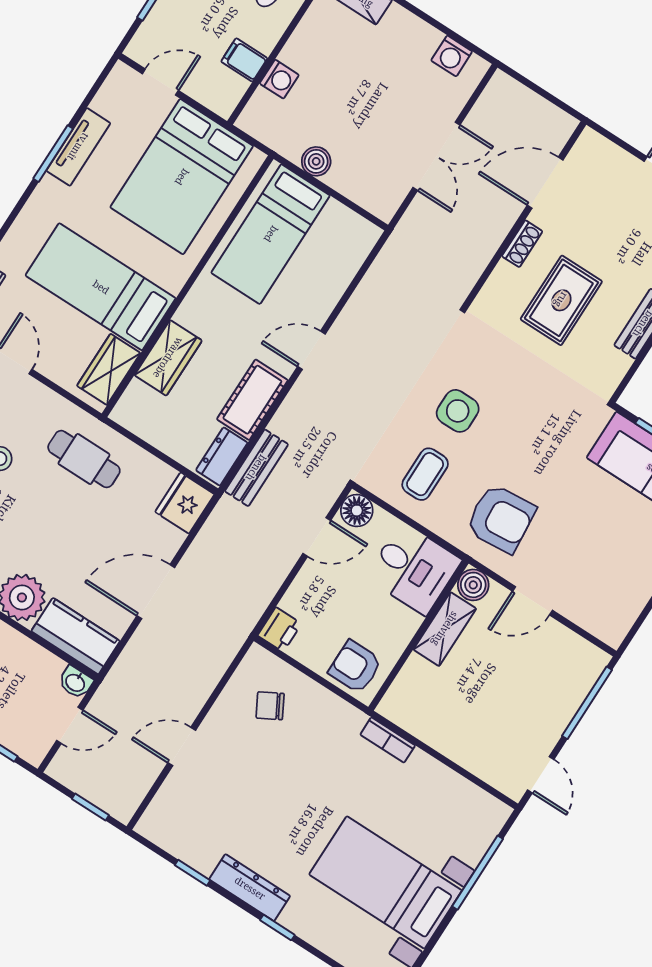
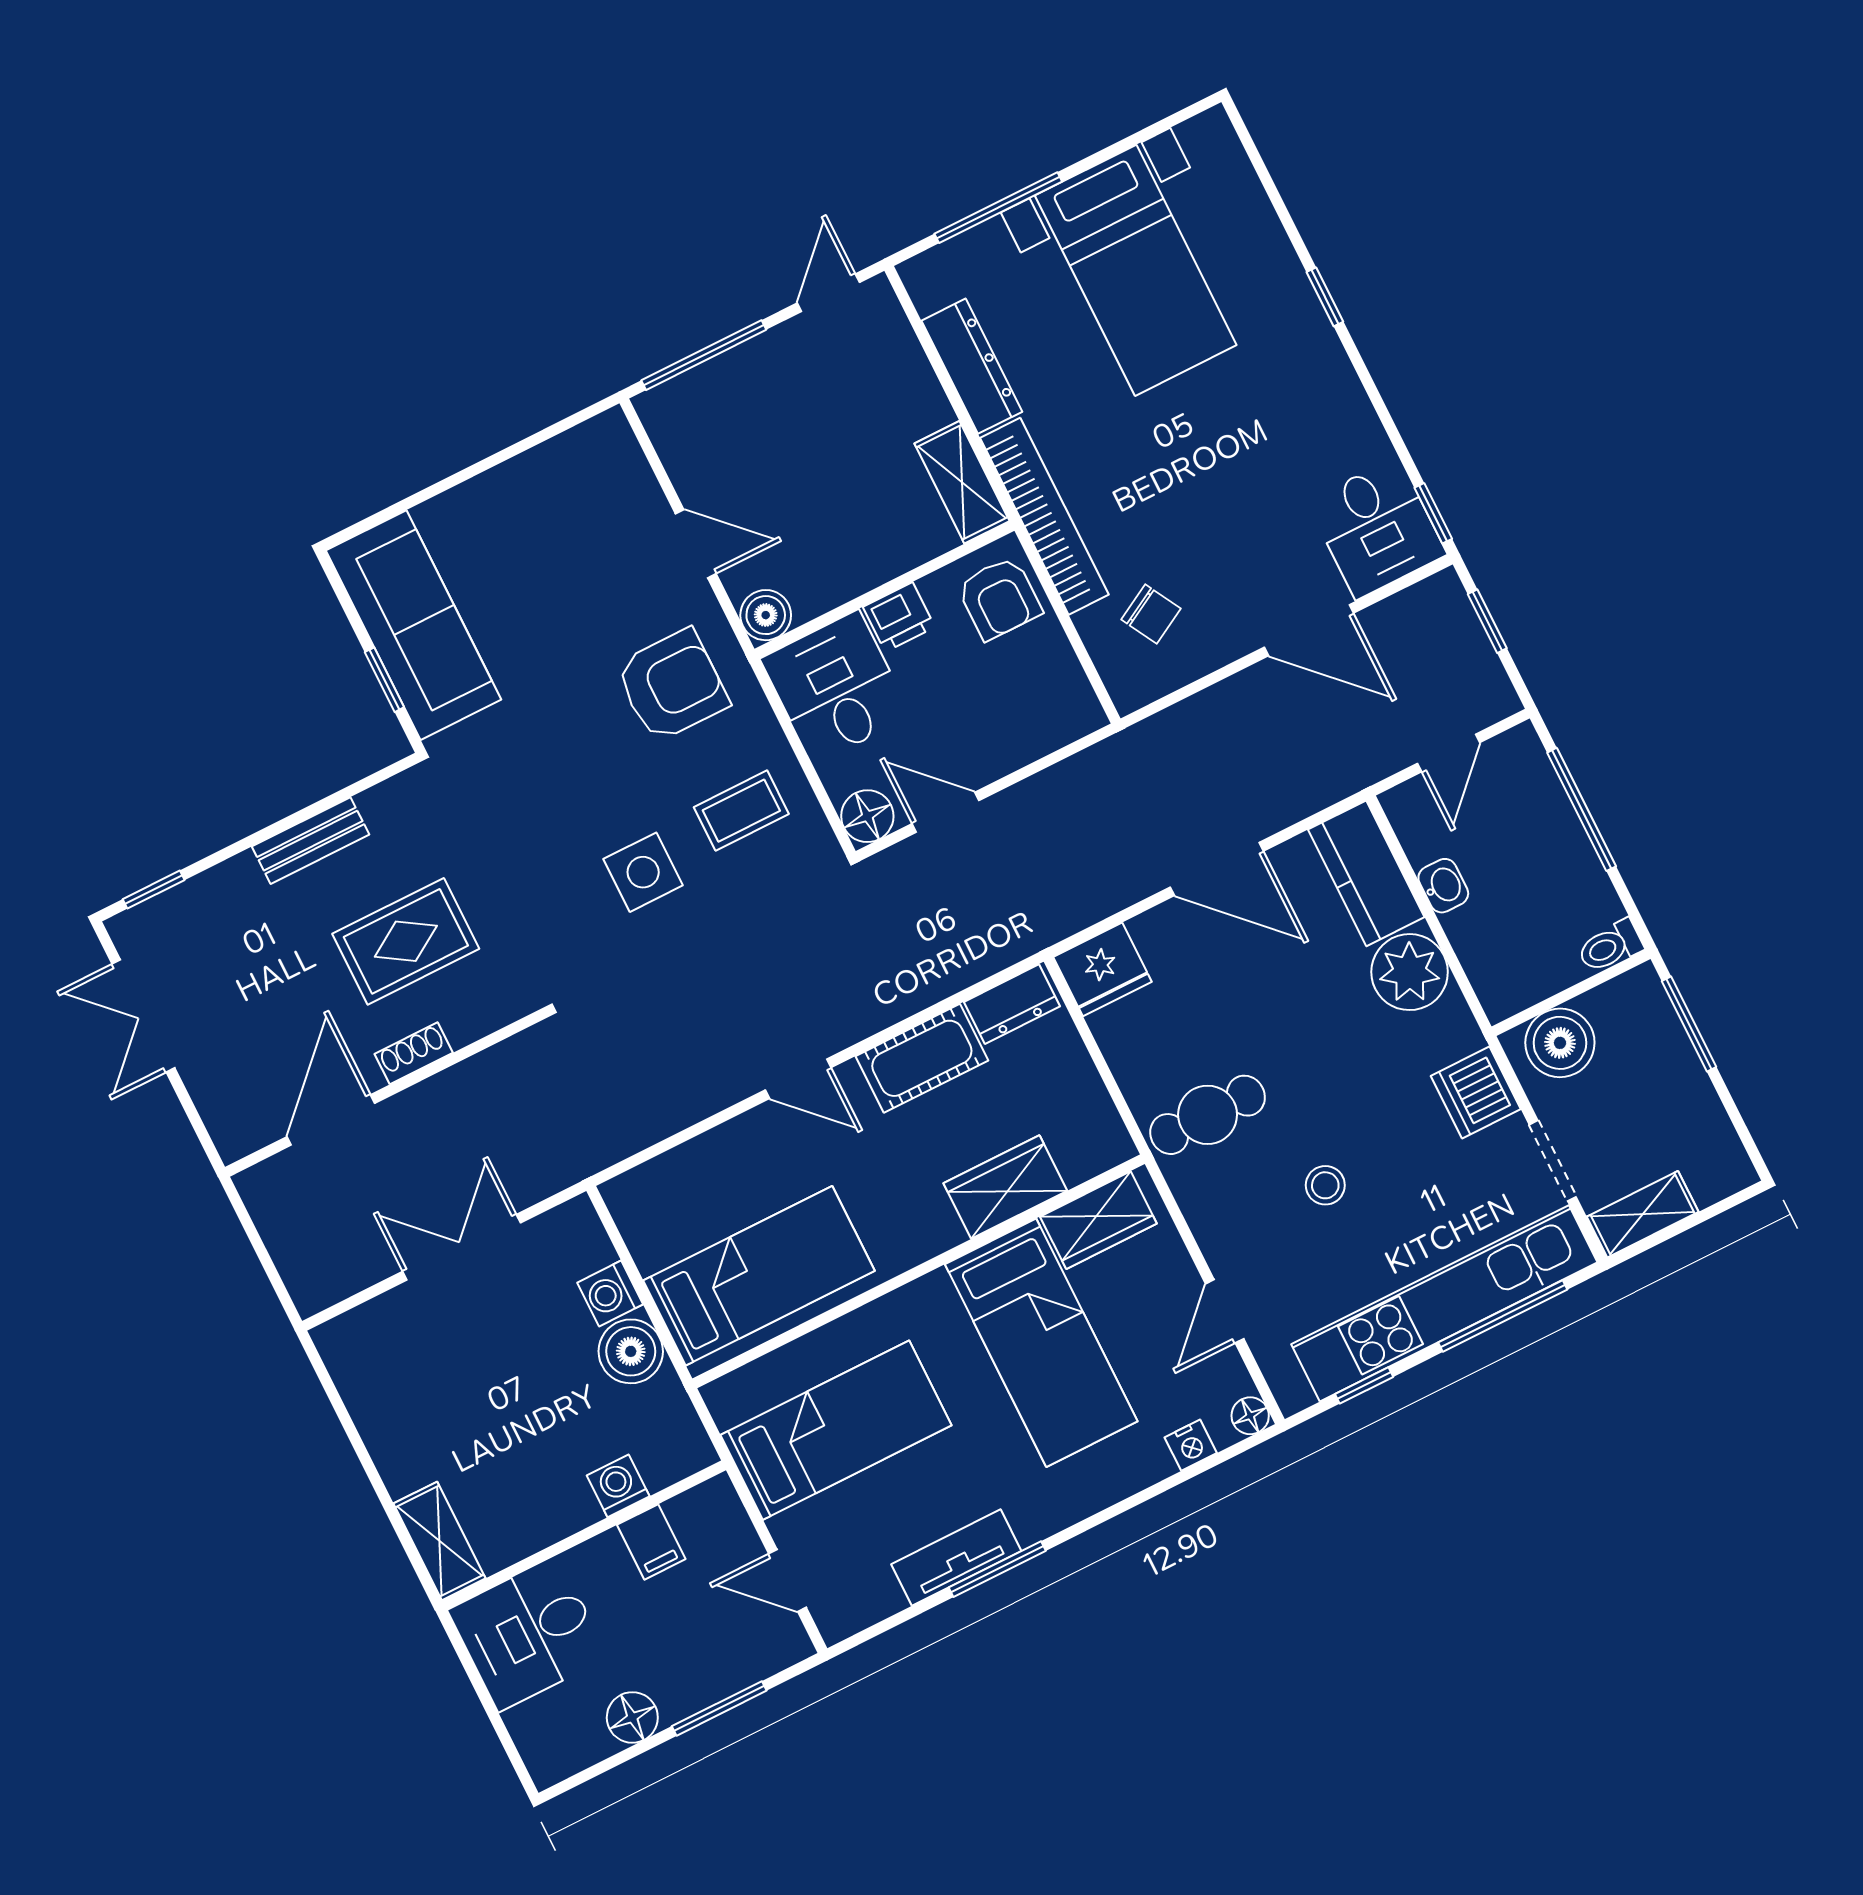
washing machine: (452, 56) -> (610, 1294), moved, turned 180
boiler: (316, 161) -> (631, 1351), width x1.36, depth x1.36
bed: (182, 177) -> (836, 1430), width x0.67
door: (545, 183) -> (331, 1120), swing flipped
cafe table: (84, 459) -> (1208, 1115), turned 90
bench: (256, 468) -> (973, 959), removed
armchair: (501, 519) -> (672, 685), turned 95
shelving: (445, 629) -> (962, 482), moved, turned 90
printer: (280, 630) -> (899, 617), moved, turned 180
washbasin: (76, 682) -> (1443, 886), moved
door: (70, 725) -> (1449, 753), swing flipped
bookcase: (388, 740) -> (1044, 516), width x2.31, depth x1.31
door: (182, 746) -> (1309, 630), width x1.38
desk: (178, 822) -> (1377, 528), added
window: (192, 873) -> (1433, 513), moved
dresser: (250, 888) -> (972, 366), moved, turned 180

